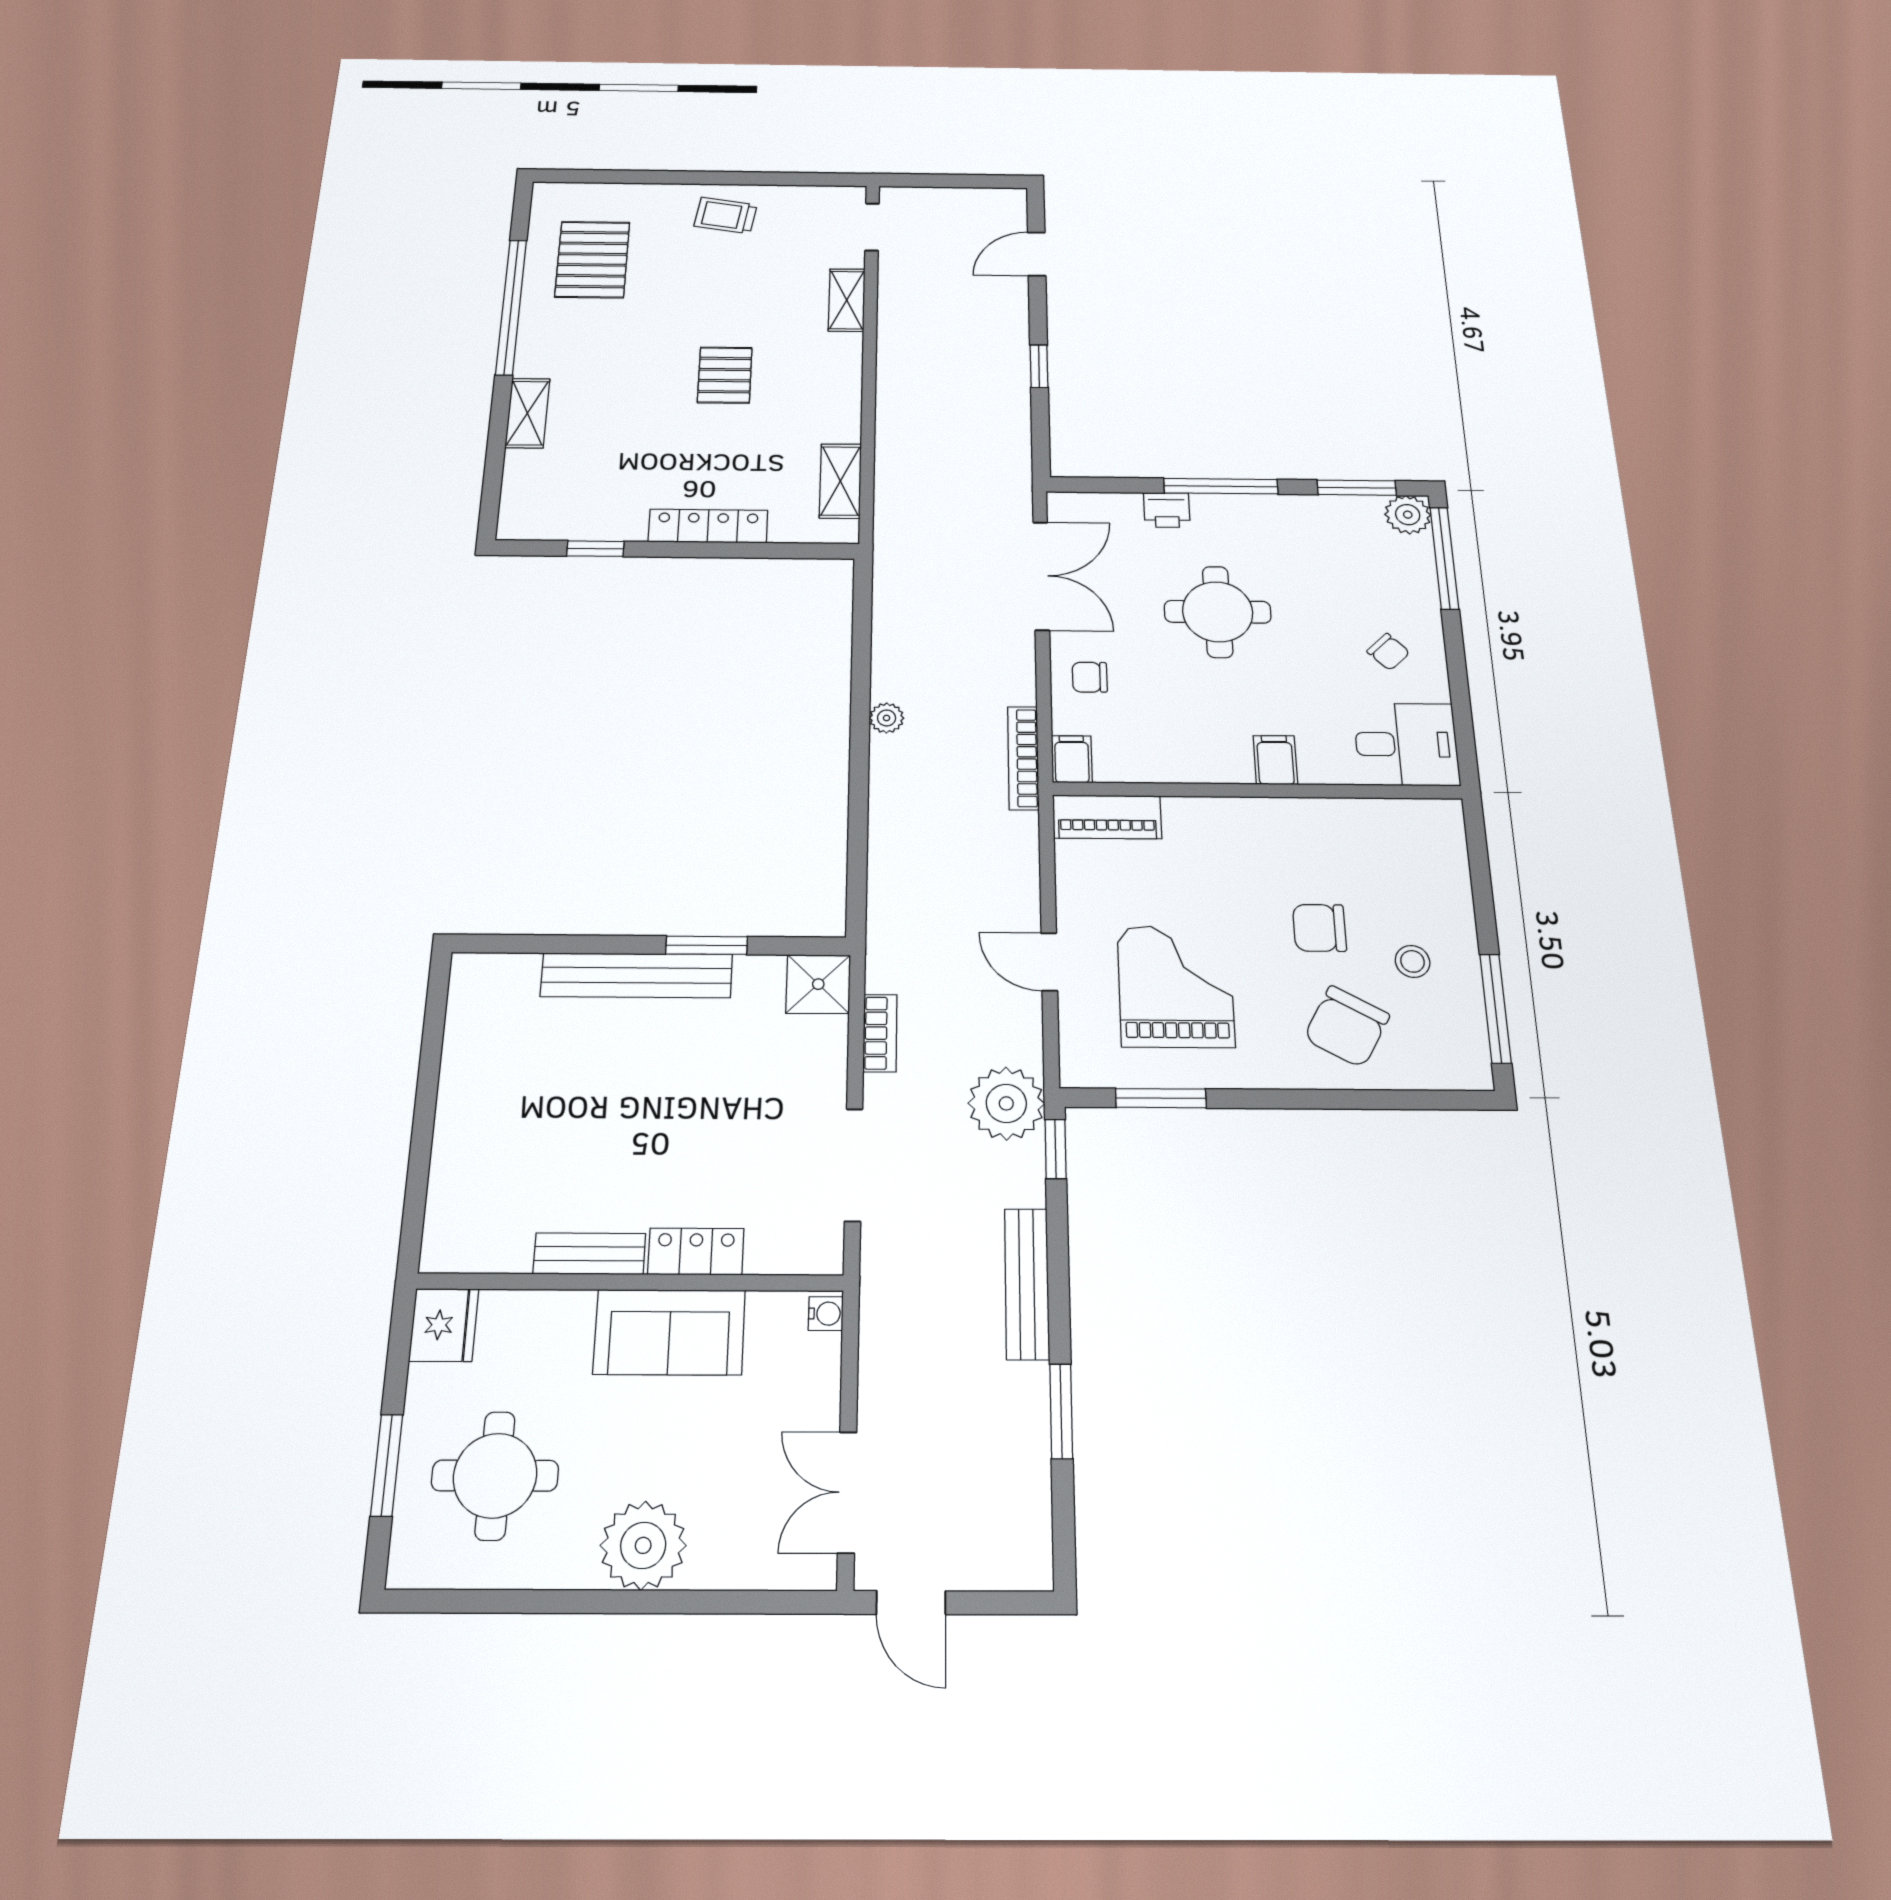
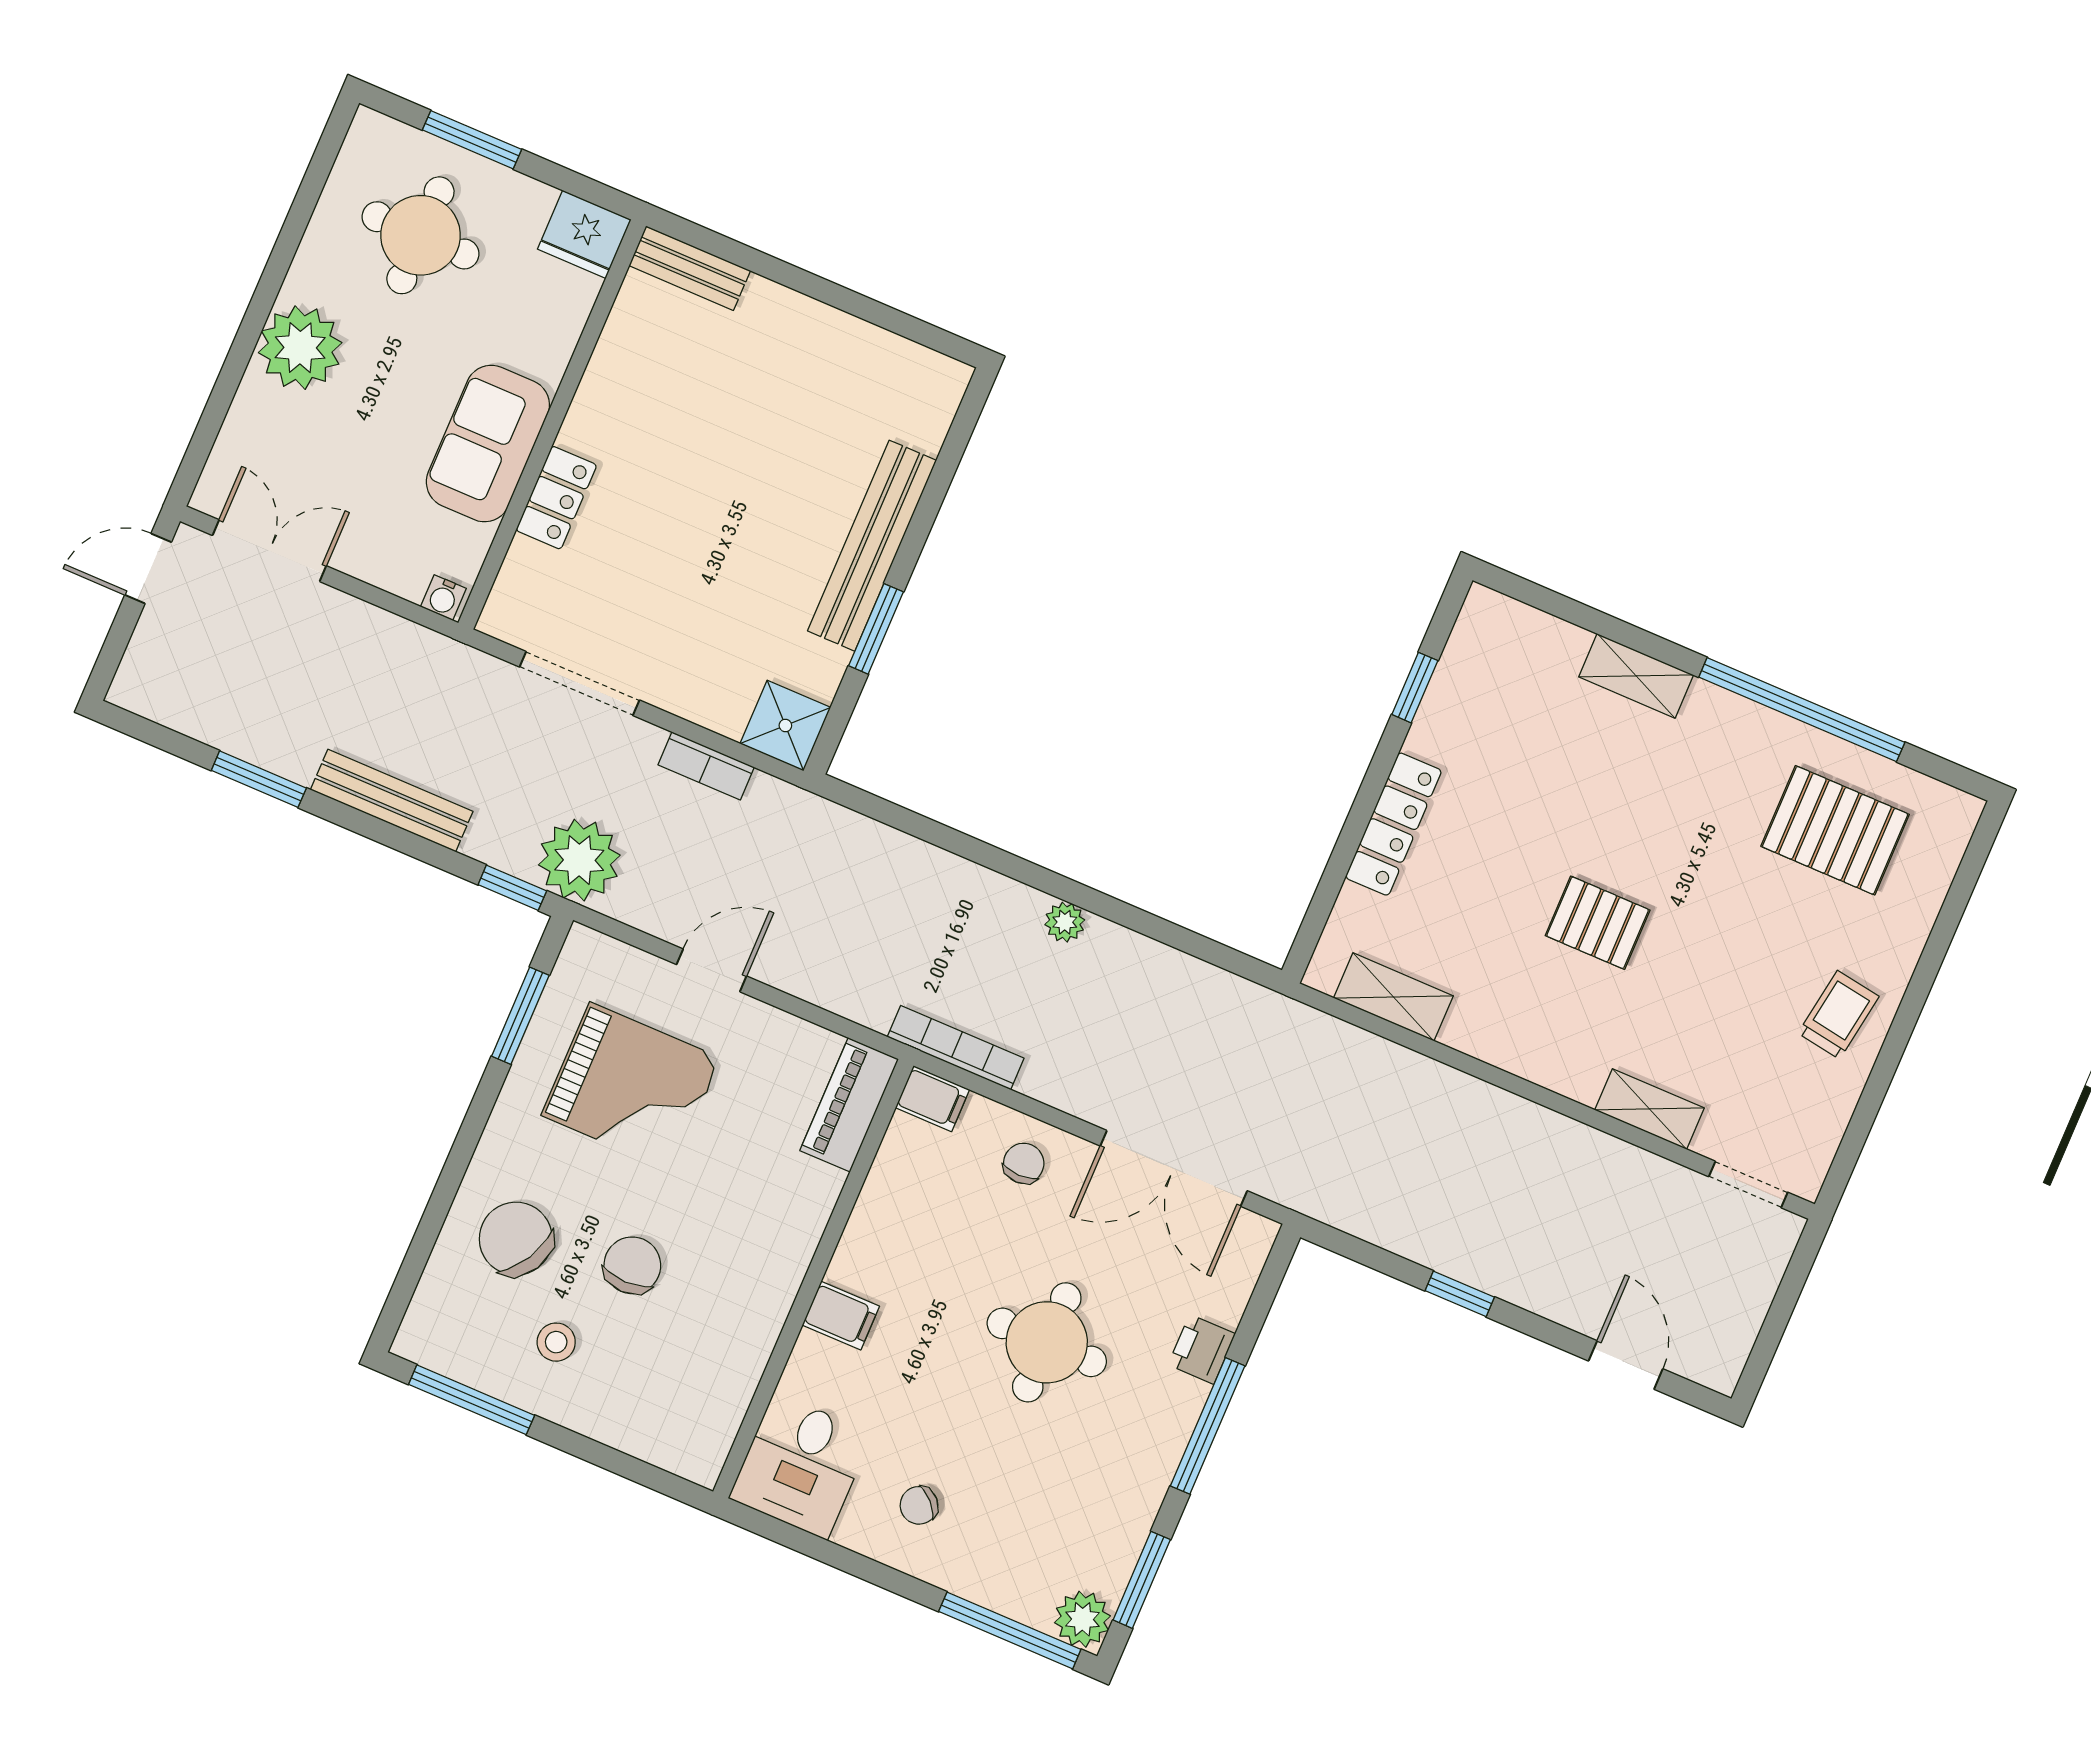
bench: (589, 1254) -> (690, 268), moved, turned 90

